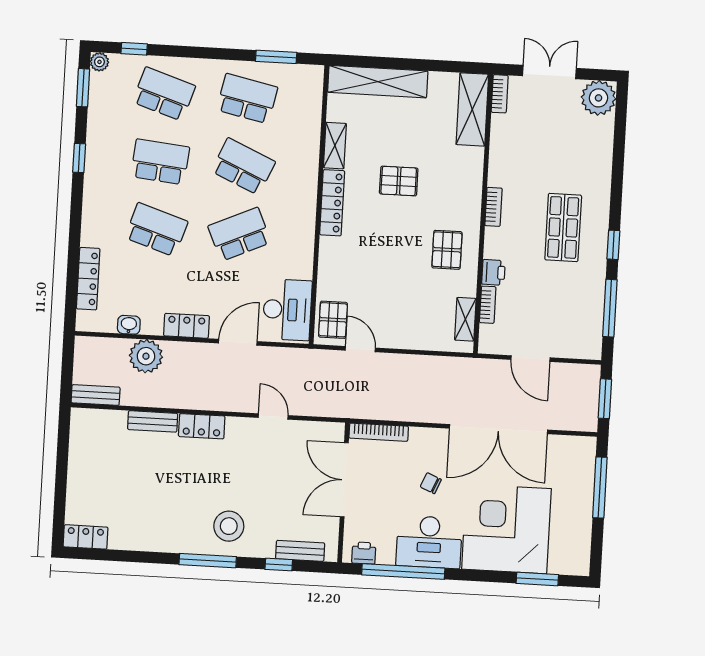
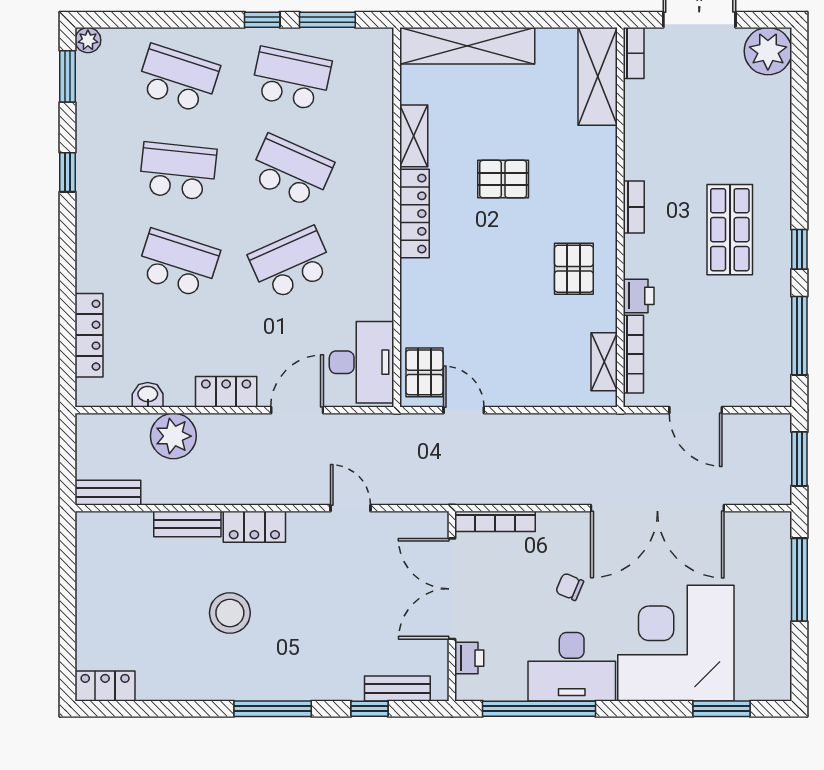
window: (134, 49) -> (262, 20), moved
bookcase: (488, 305) -> (633, 354), width x1.56
stool: (229, 526) -> (230, 613), moved
printer: (364, 553) -> (469, 658), moved, turned 90

